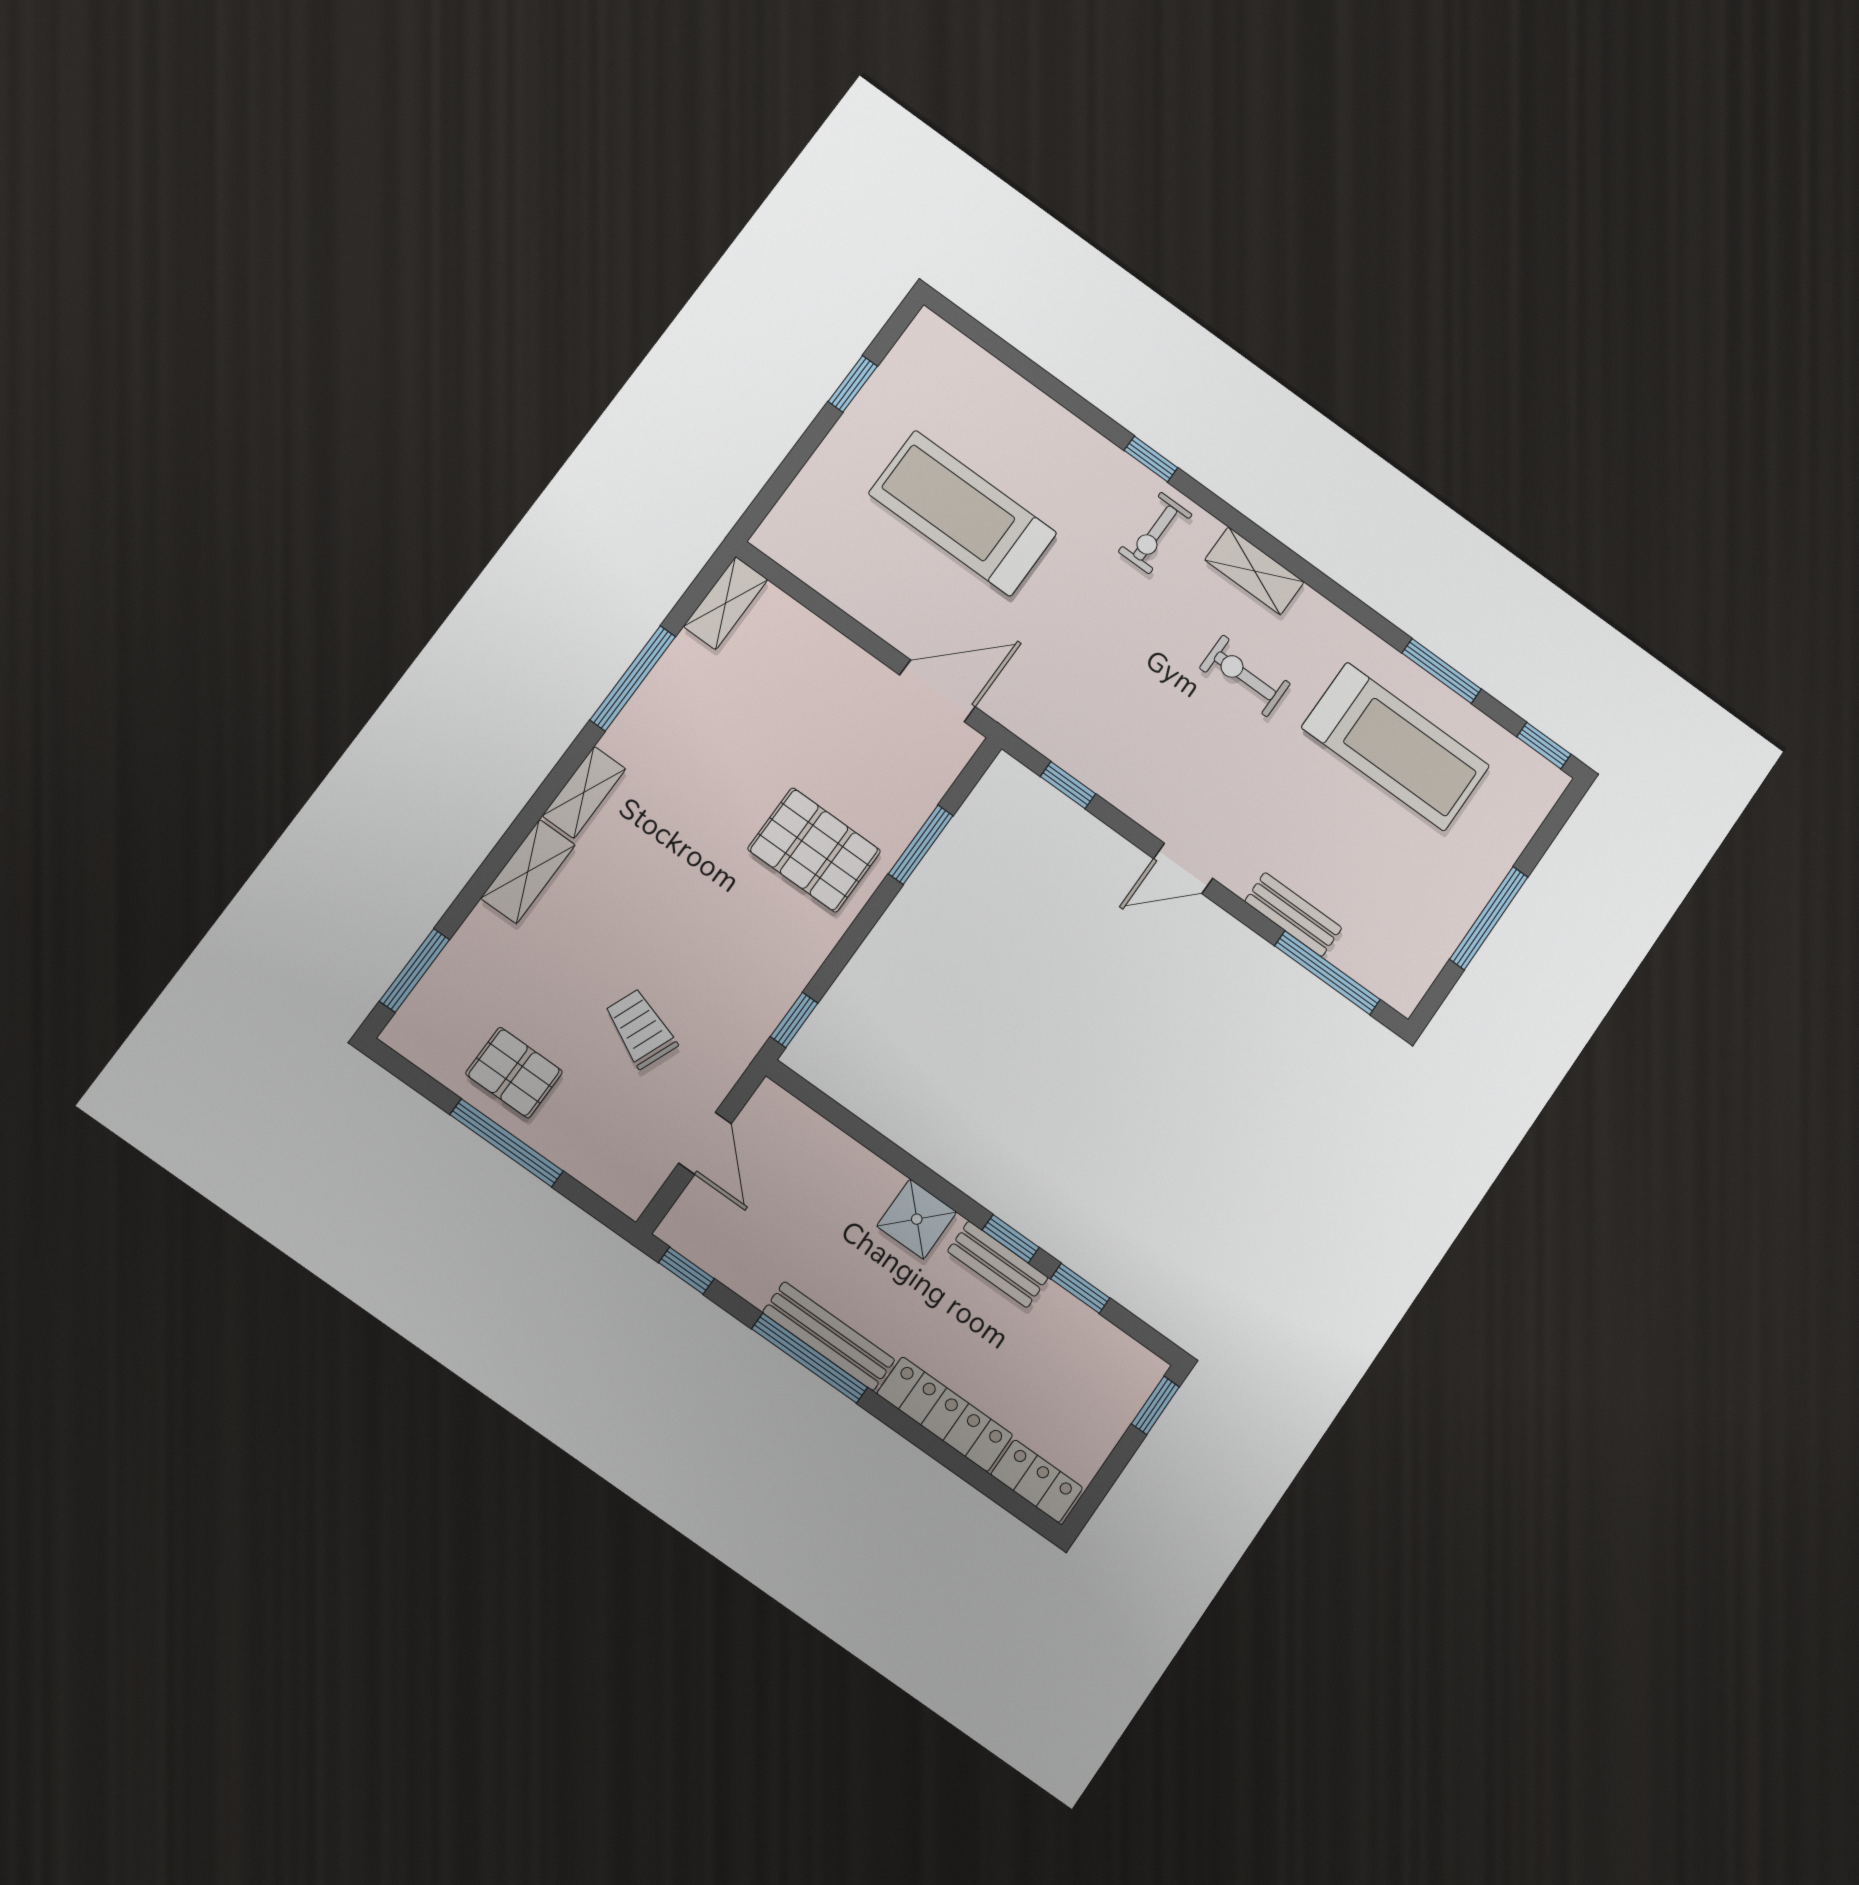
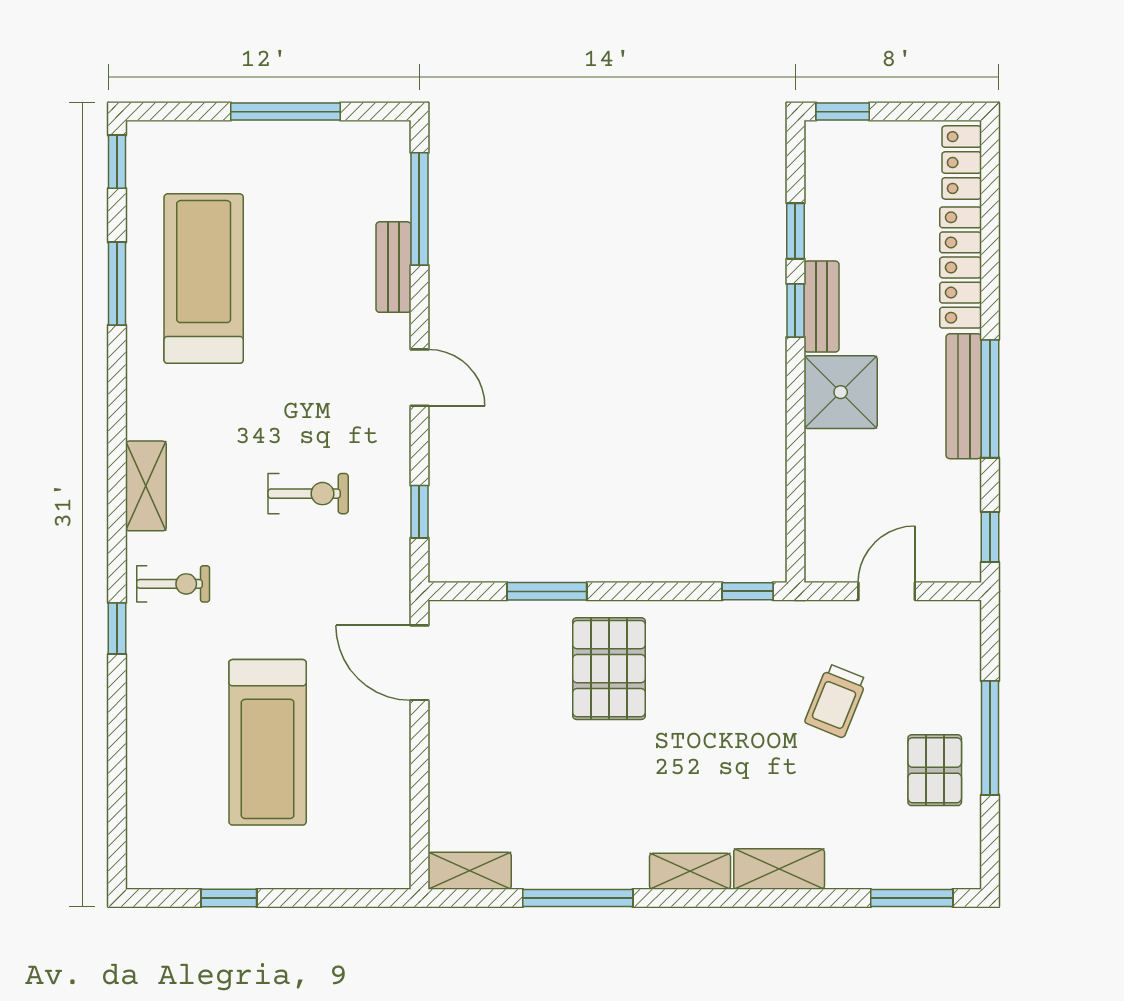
exercise bike: (1245, 676) -> (308, 494), moved, turned -90
shower: (917, 1219) -> (841, 392), width x1.36, depth x1.36

